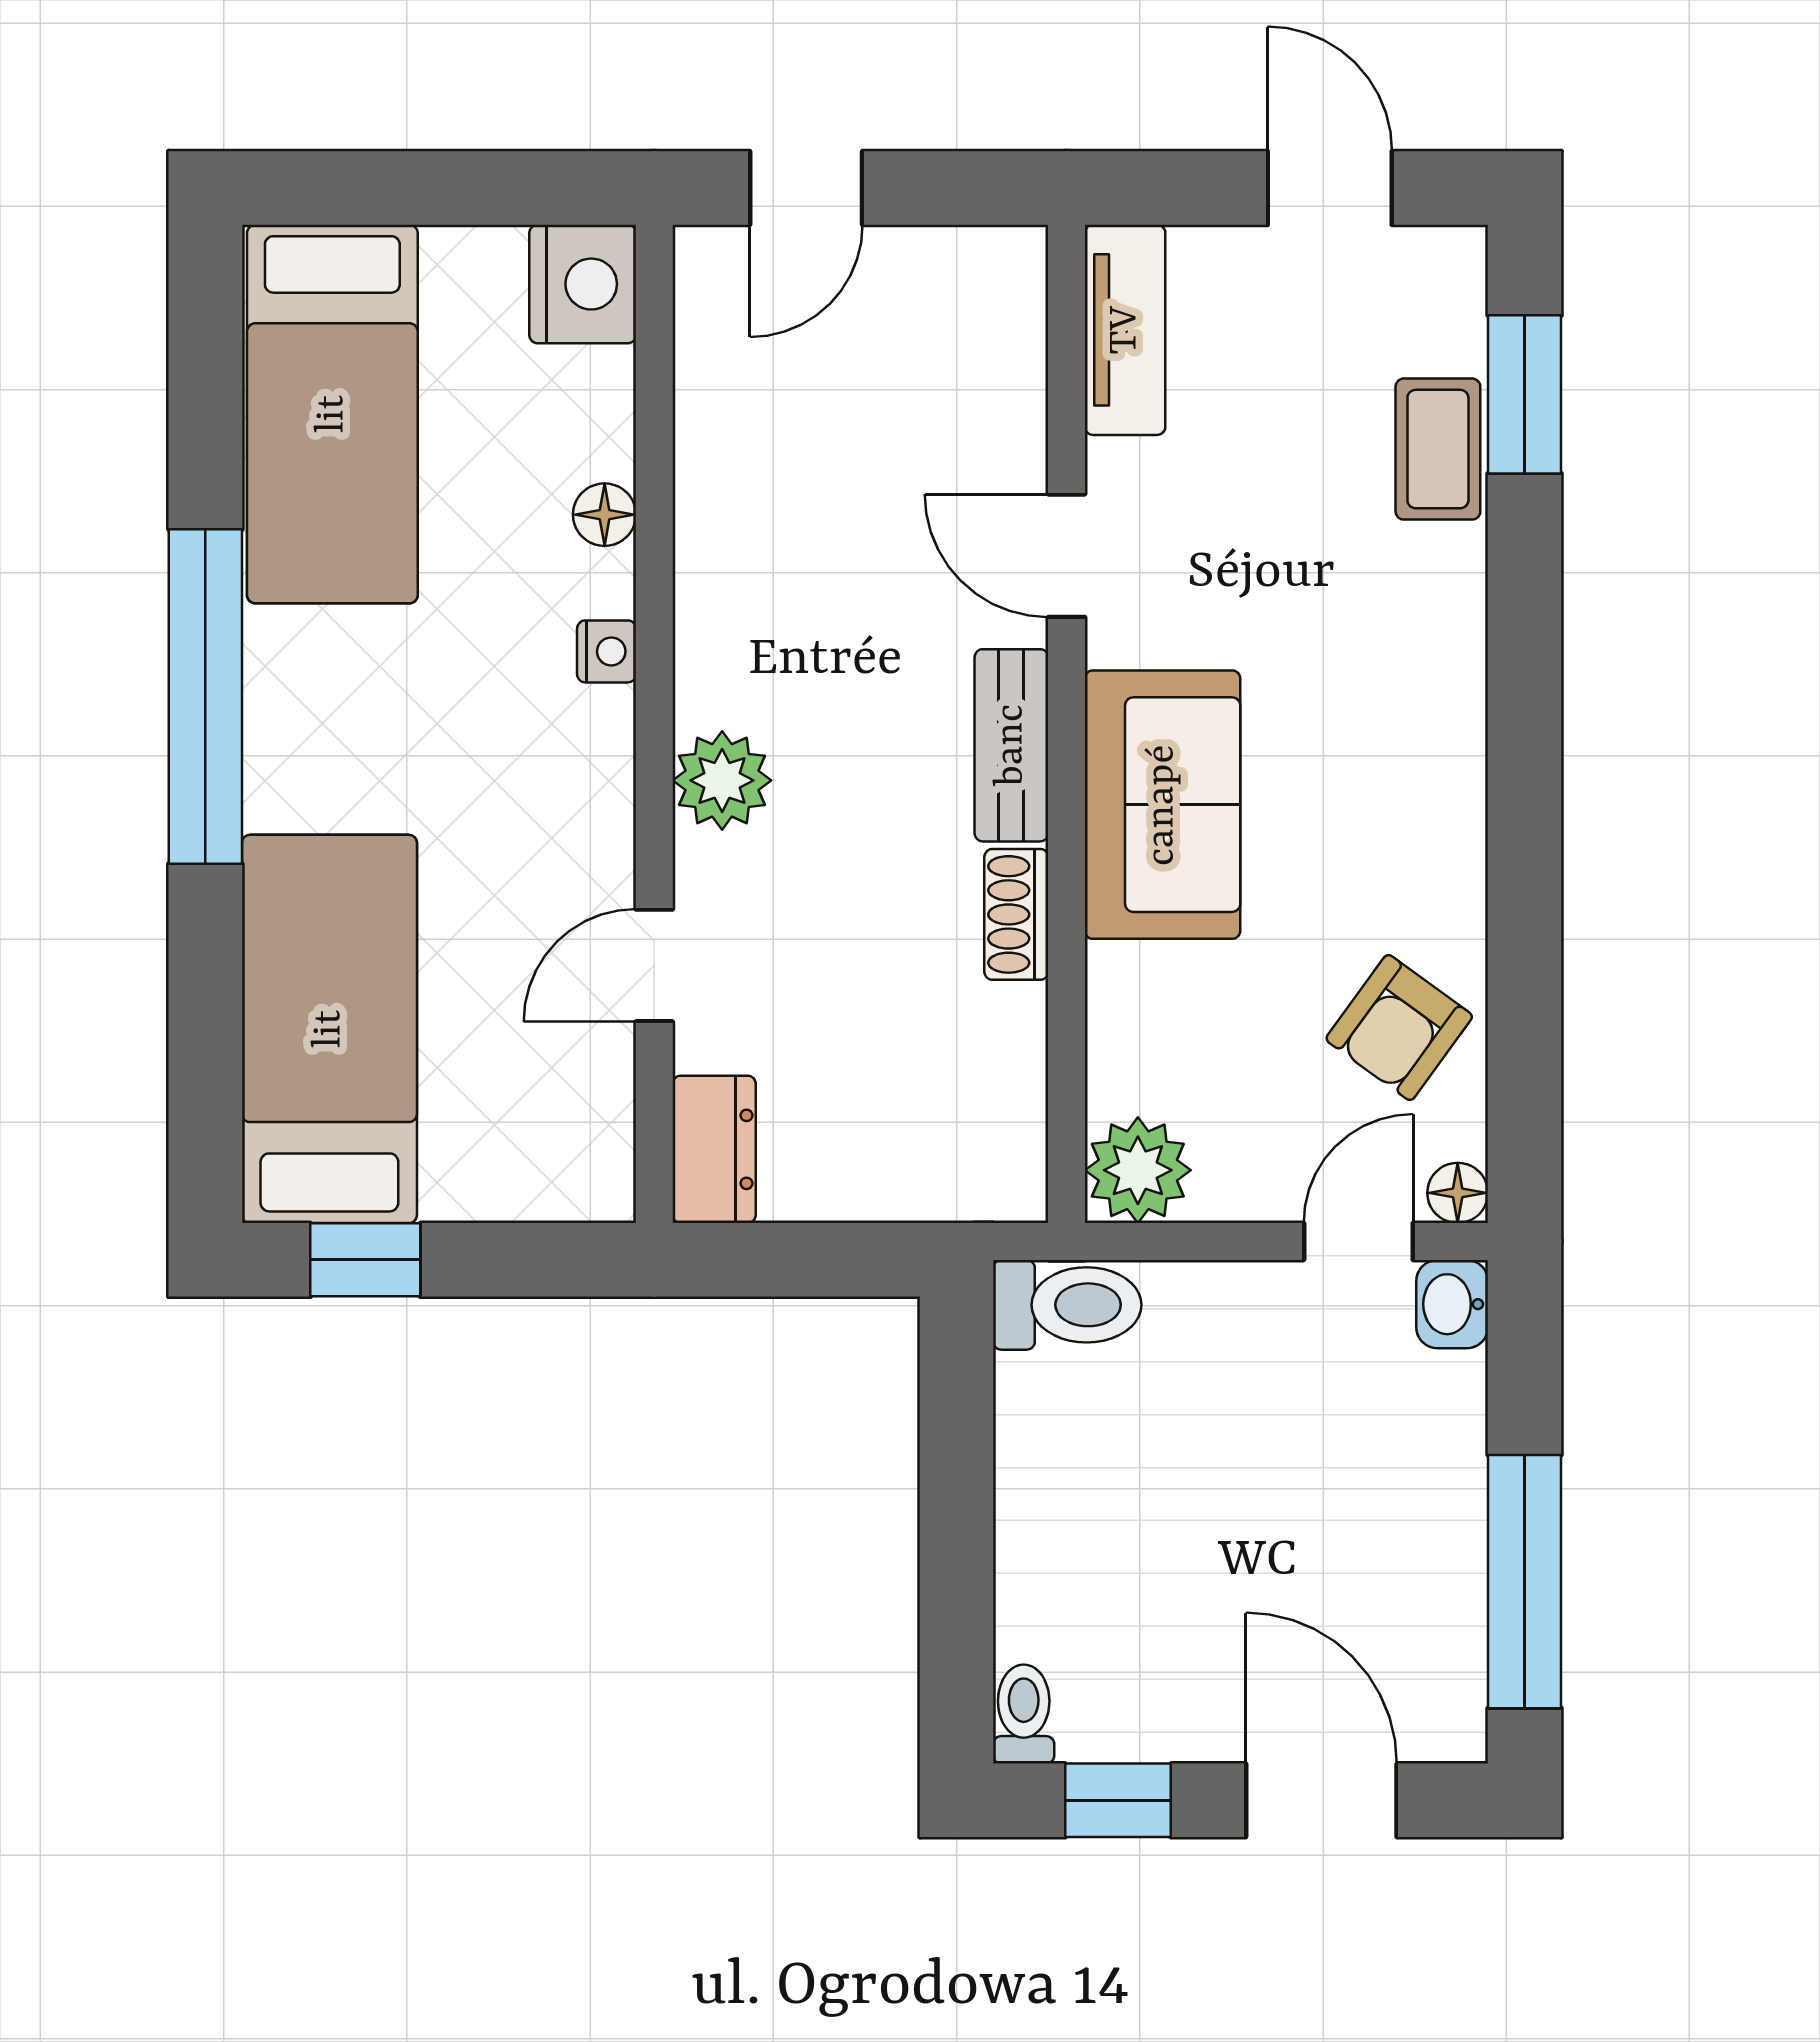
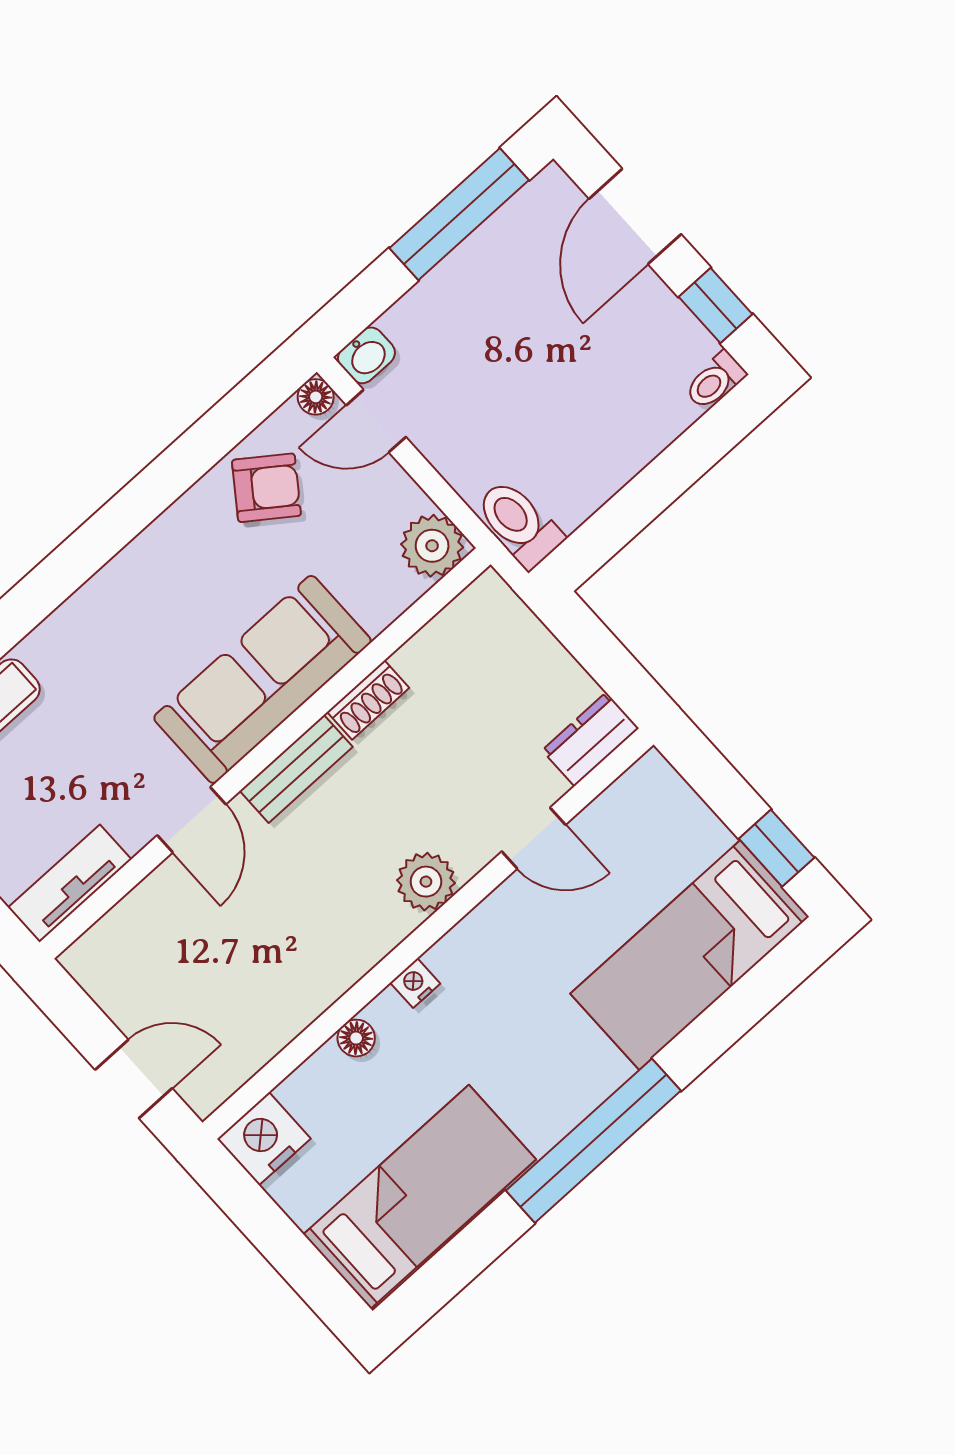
sofa: (1162, 805) -> (262, 679), width x1.36

